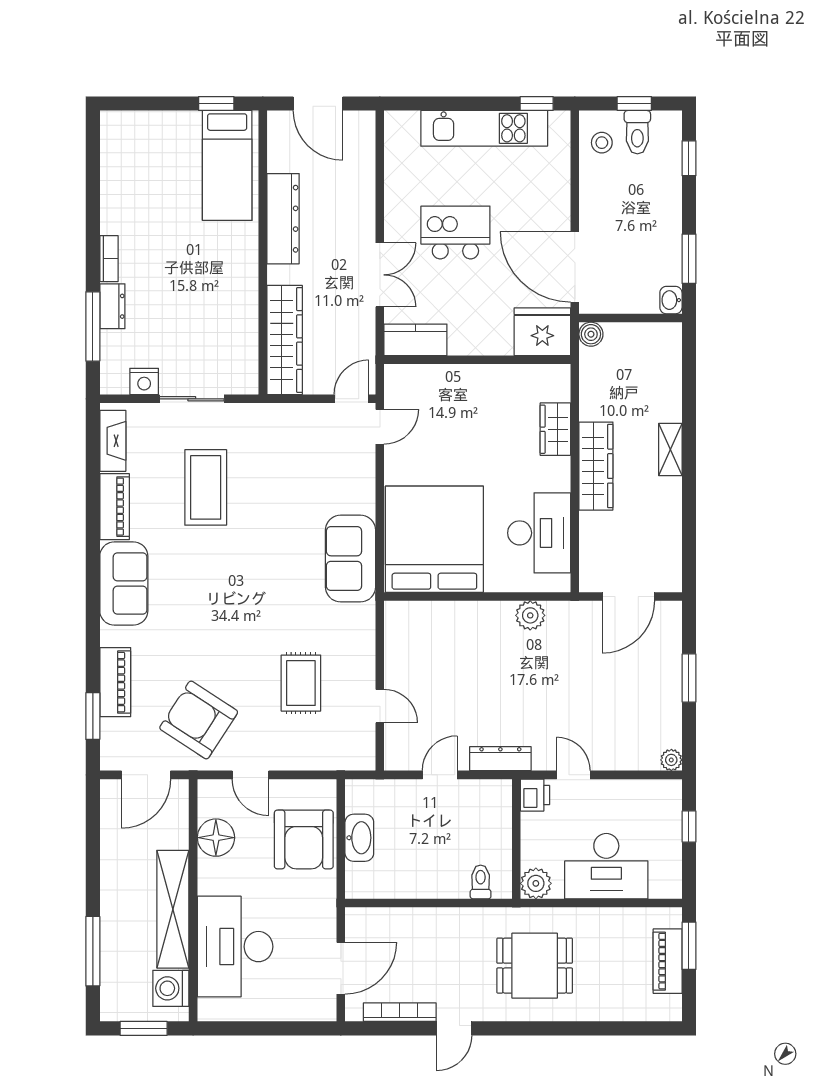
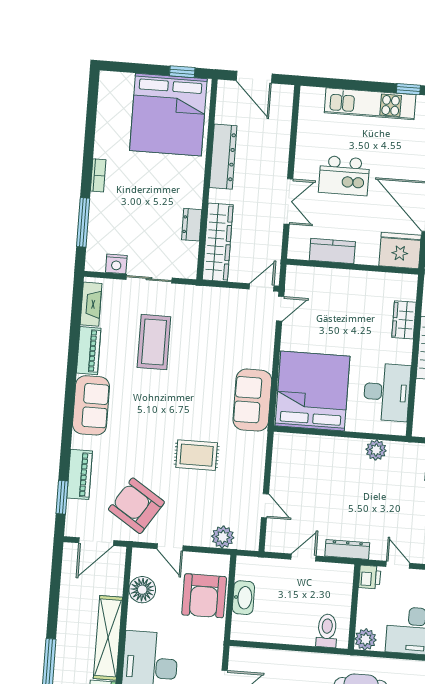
bed: (227, 165) -> (168, 115), width x2.04
kitchen island: (455, 232) -> (344, 176), turned 180
dresser: (112, 306) -> (192, 225), moved, turned 180
kitchen counter: (415, 340) -> (332, 251), moved
rug: (301, 683) -> (197, 455), moved, turned 90
plant: (324, 755) -> (223, 537), added
toilet: (481, 882) -> (327, 631), width x1.37, depth x1.39

